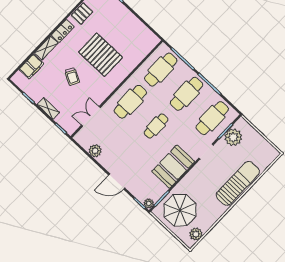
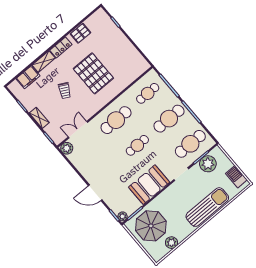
cafe table: (161, 69) -> (148, 93), width x0.73, depth x0.74
barbecue: (265, 148) -> (236, 177), added
plant: (95, 151) -> (67, 148), moved
plant: (196, 234) -> (172, 243), moved

